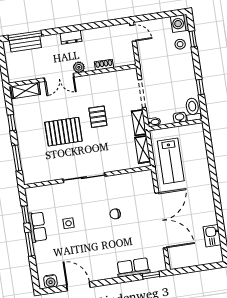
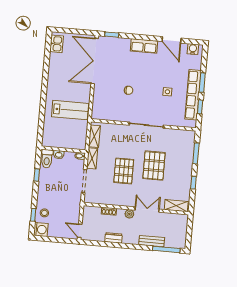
dresser: (71, 37) -> (114, 238), moved
bench: (25, 44) -> (152, 241), moved
pallet: (98, 117) -> (124, 171), width x1.50, depth x1.42
pallet: (63, 132) -> (154, 166), turned 90
lab bench: (171, 161) -> (70, 110), moved, turned 90
double door: (161, 220) -> (95, 61), moved
row of seats: (37, 227) -> (193, 95), width x2.02
kitchen sink: (212, 236) -> (56, 44), moved
row of seats: (133, 267) -> (144, 46), moved

